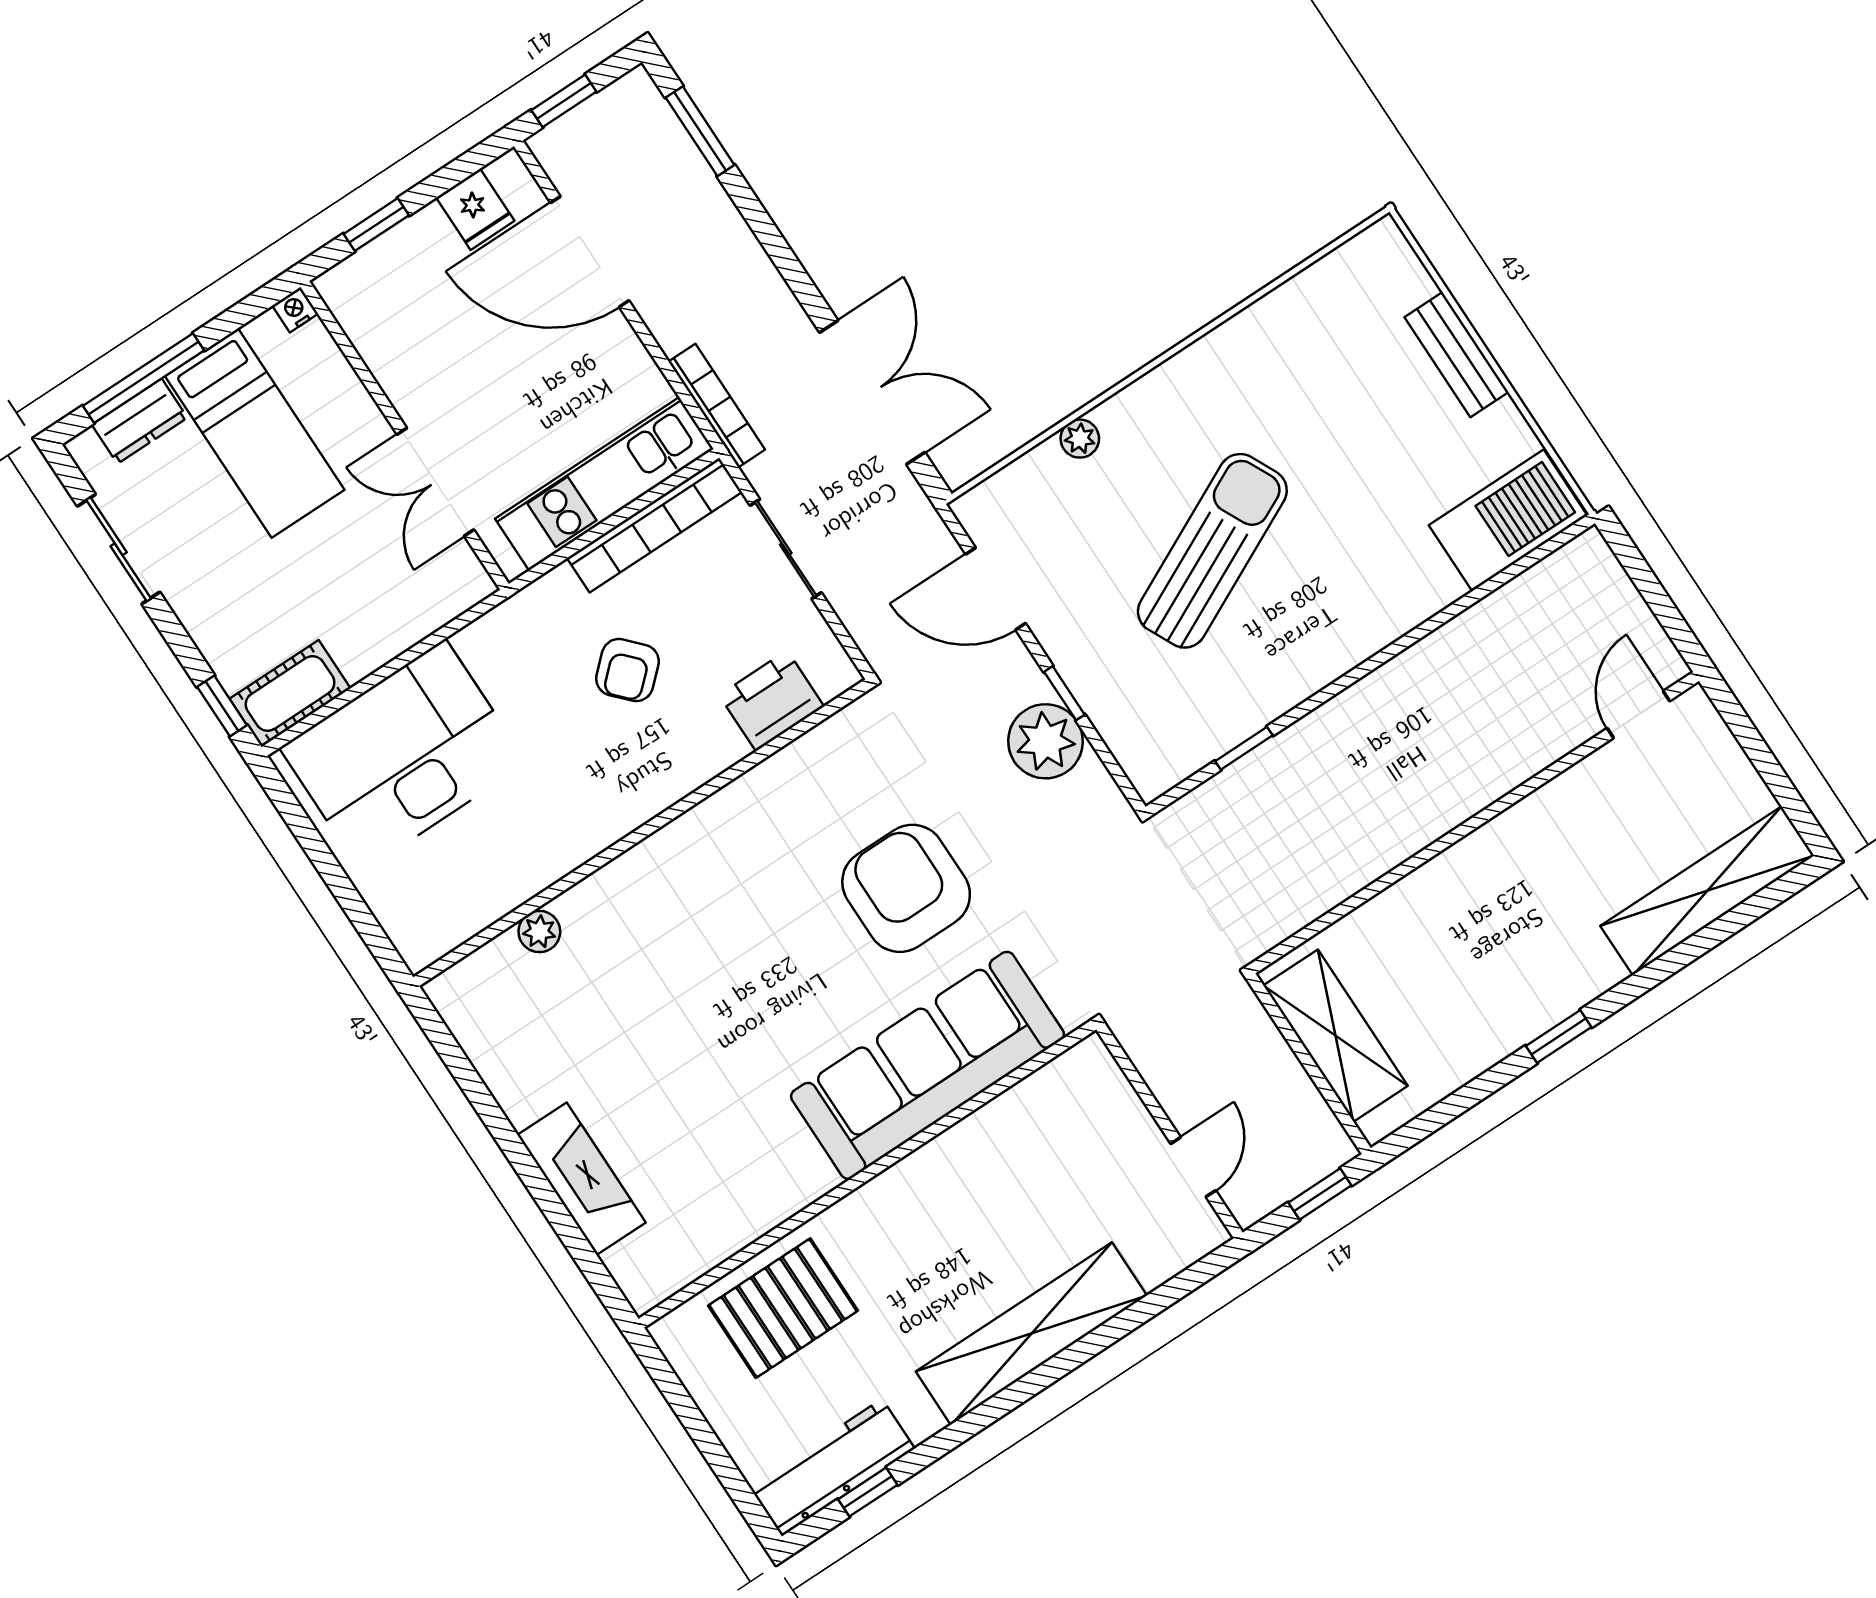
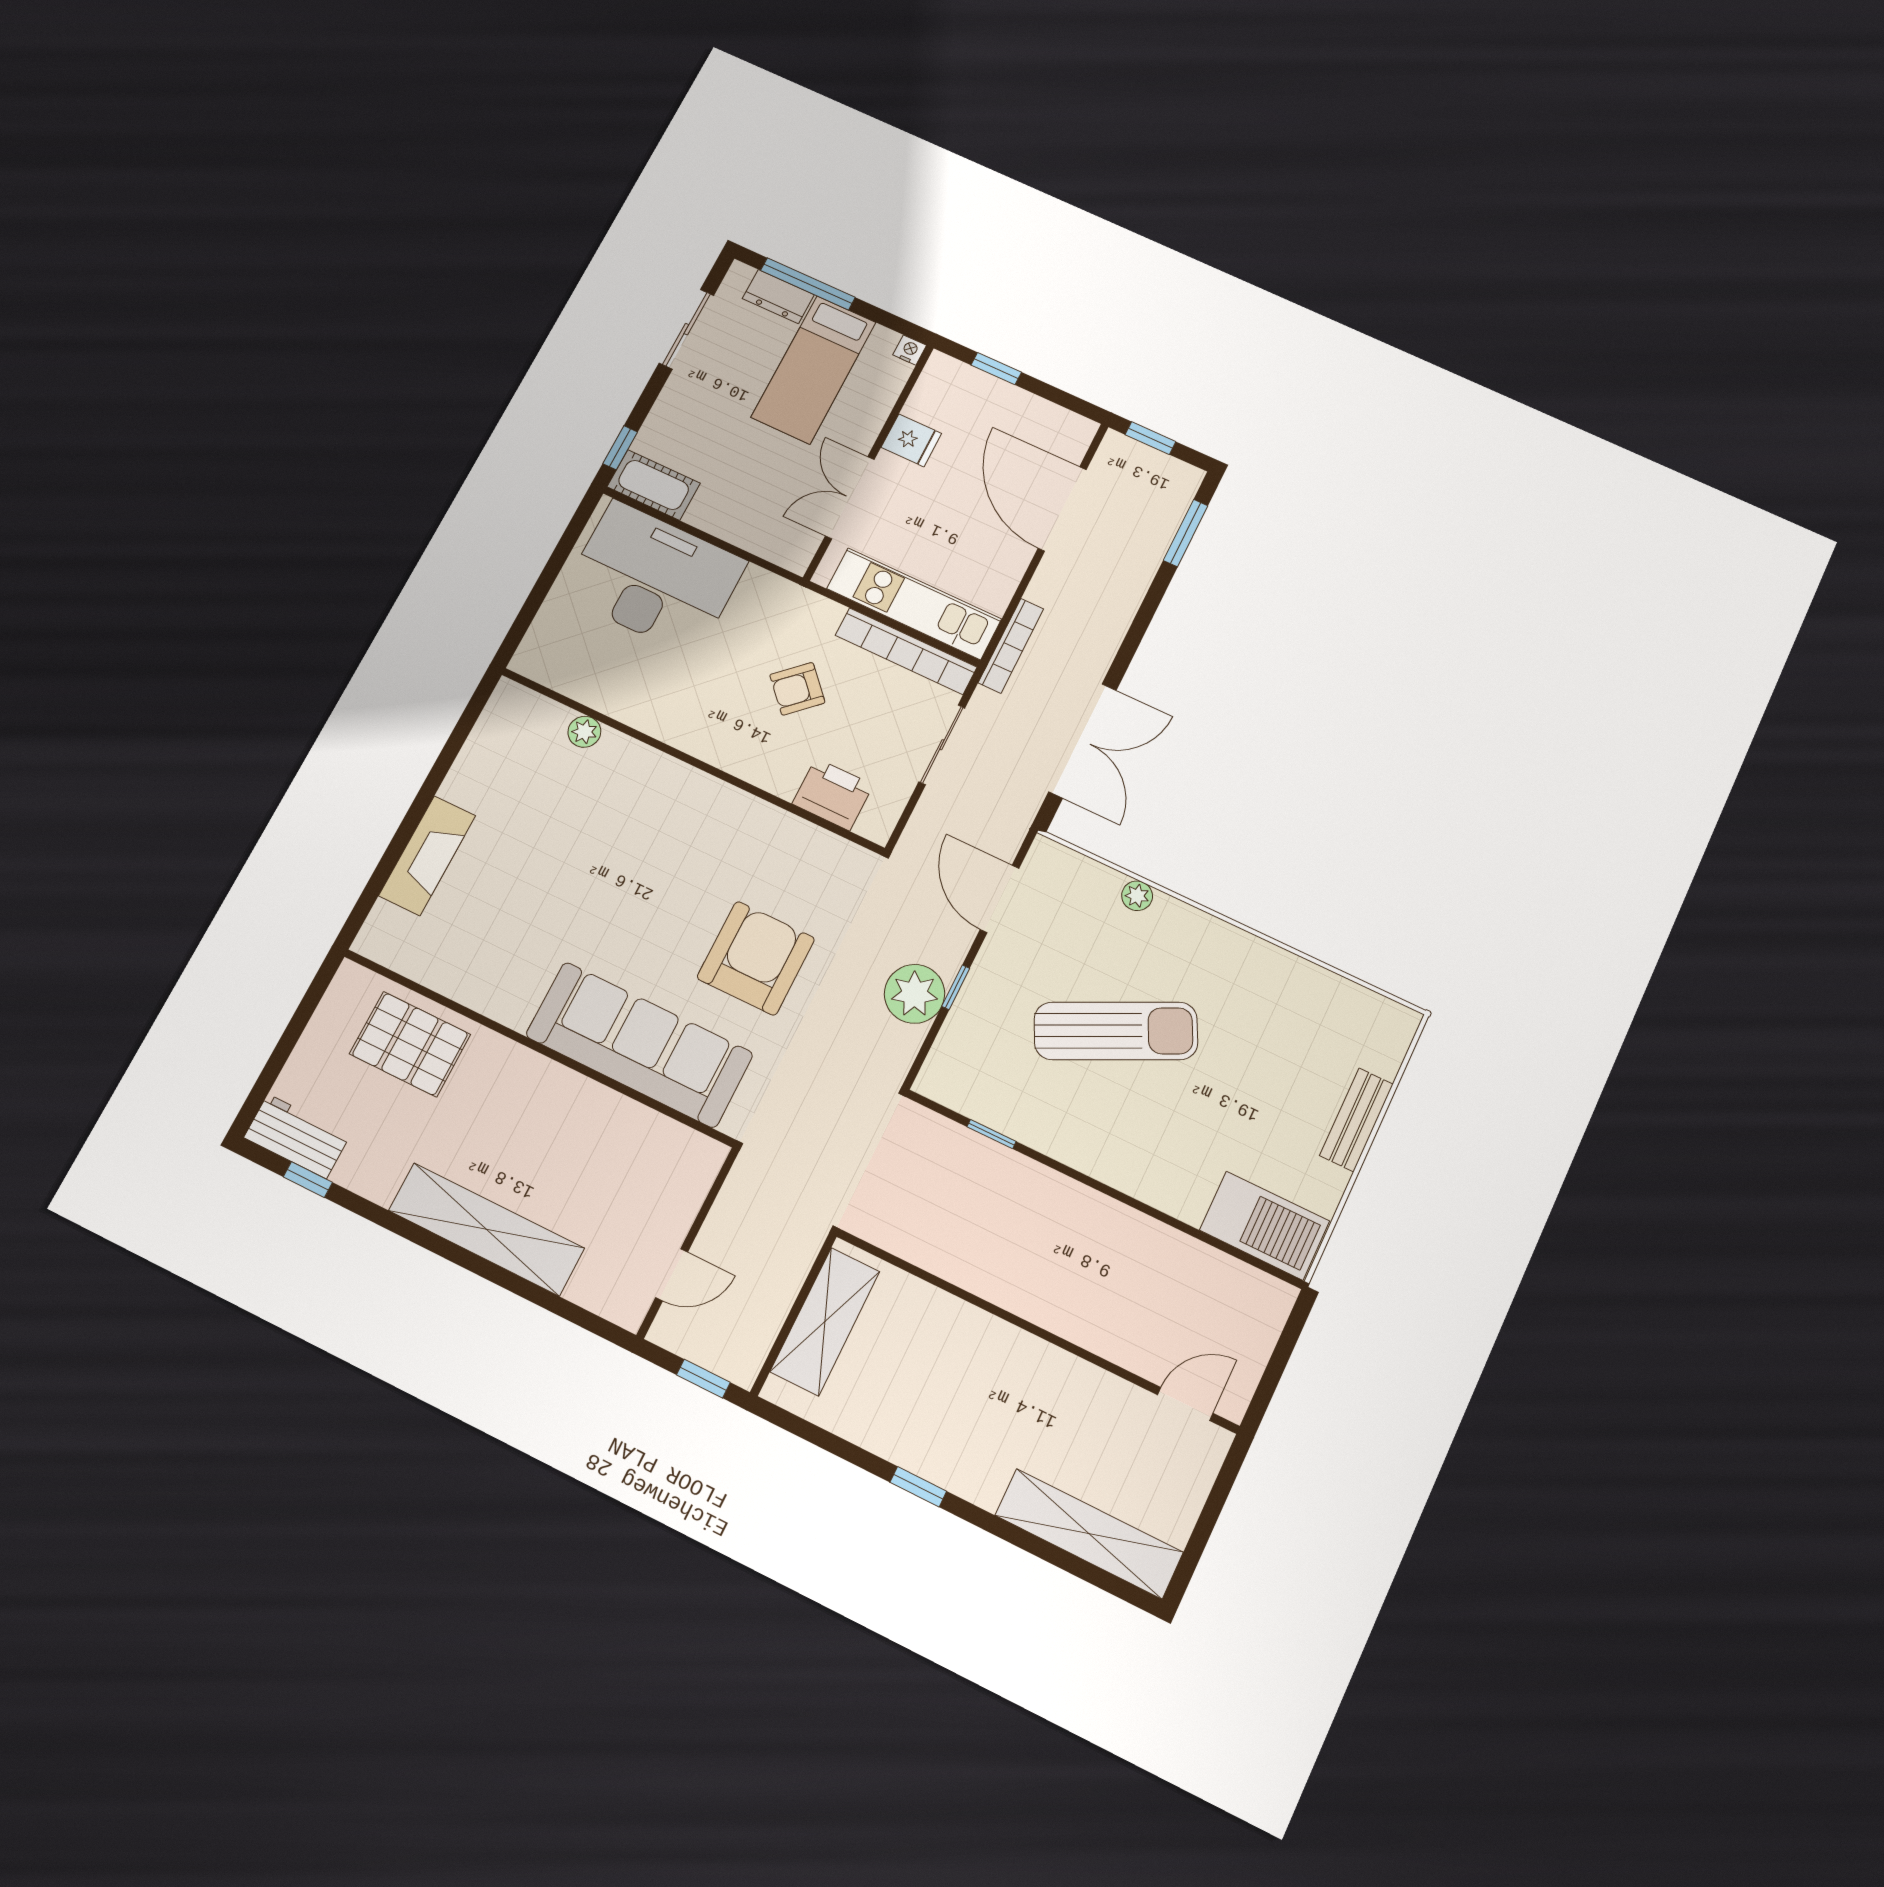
fridge: (475, 209) -> (911, 440), moved, turned -90
workbench: (832, 1468) -> (297, 1136), width x0.73

